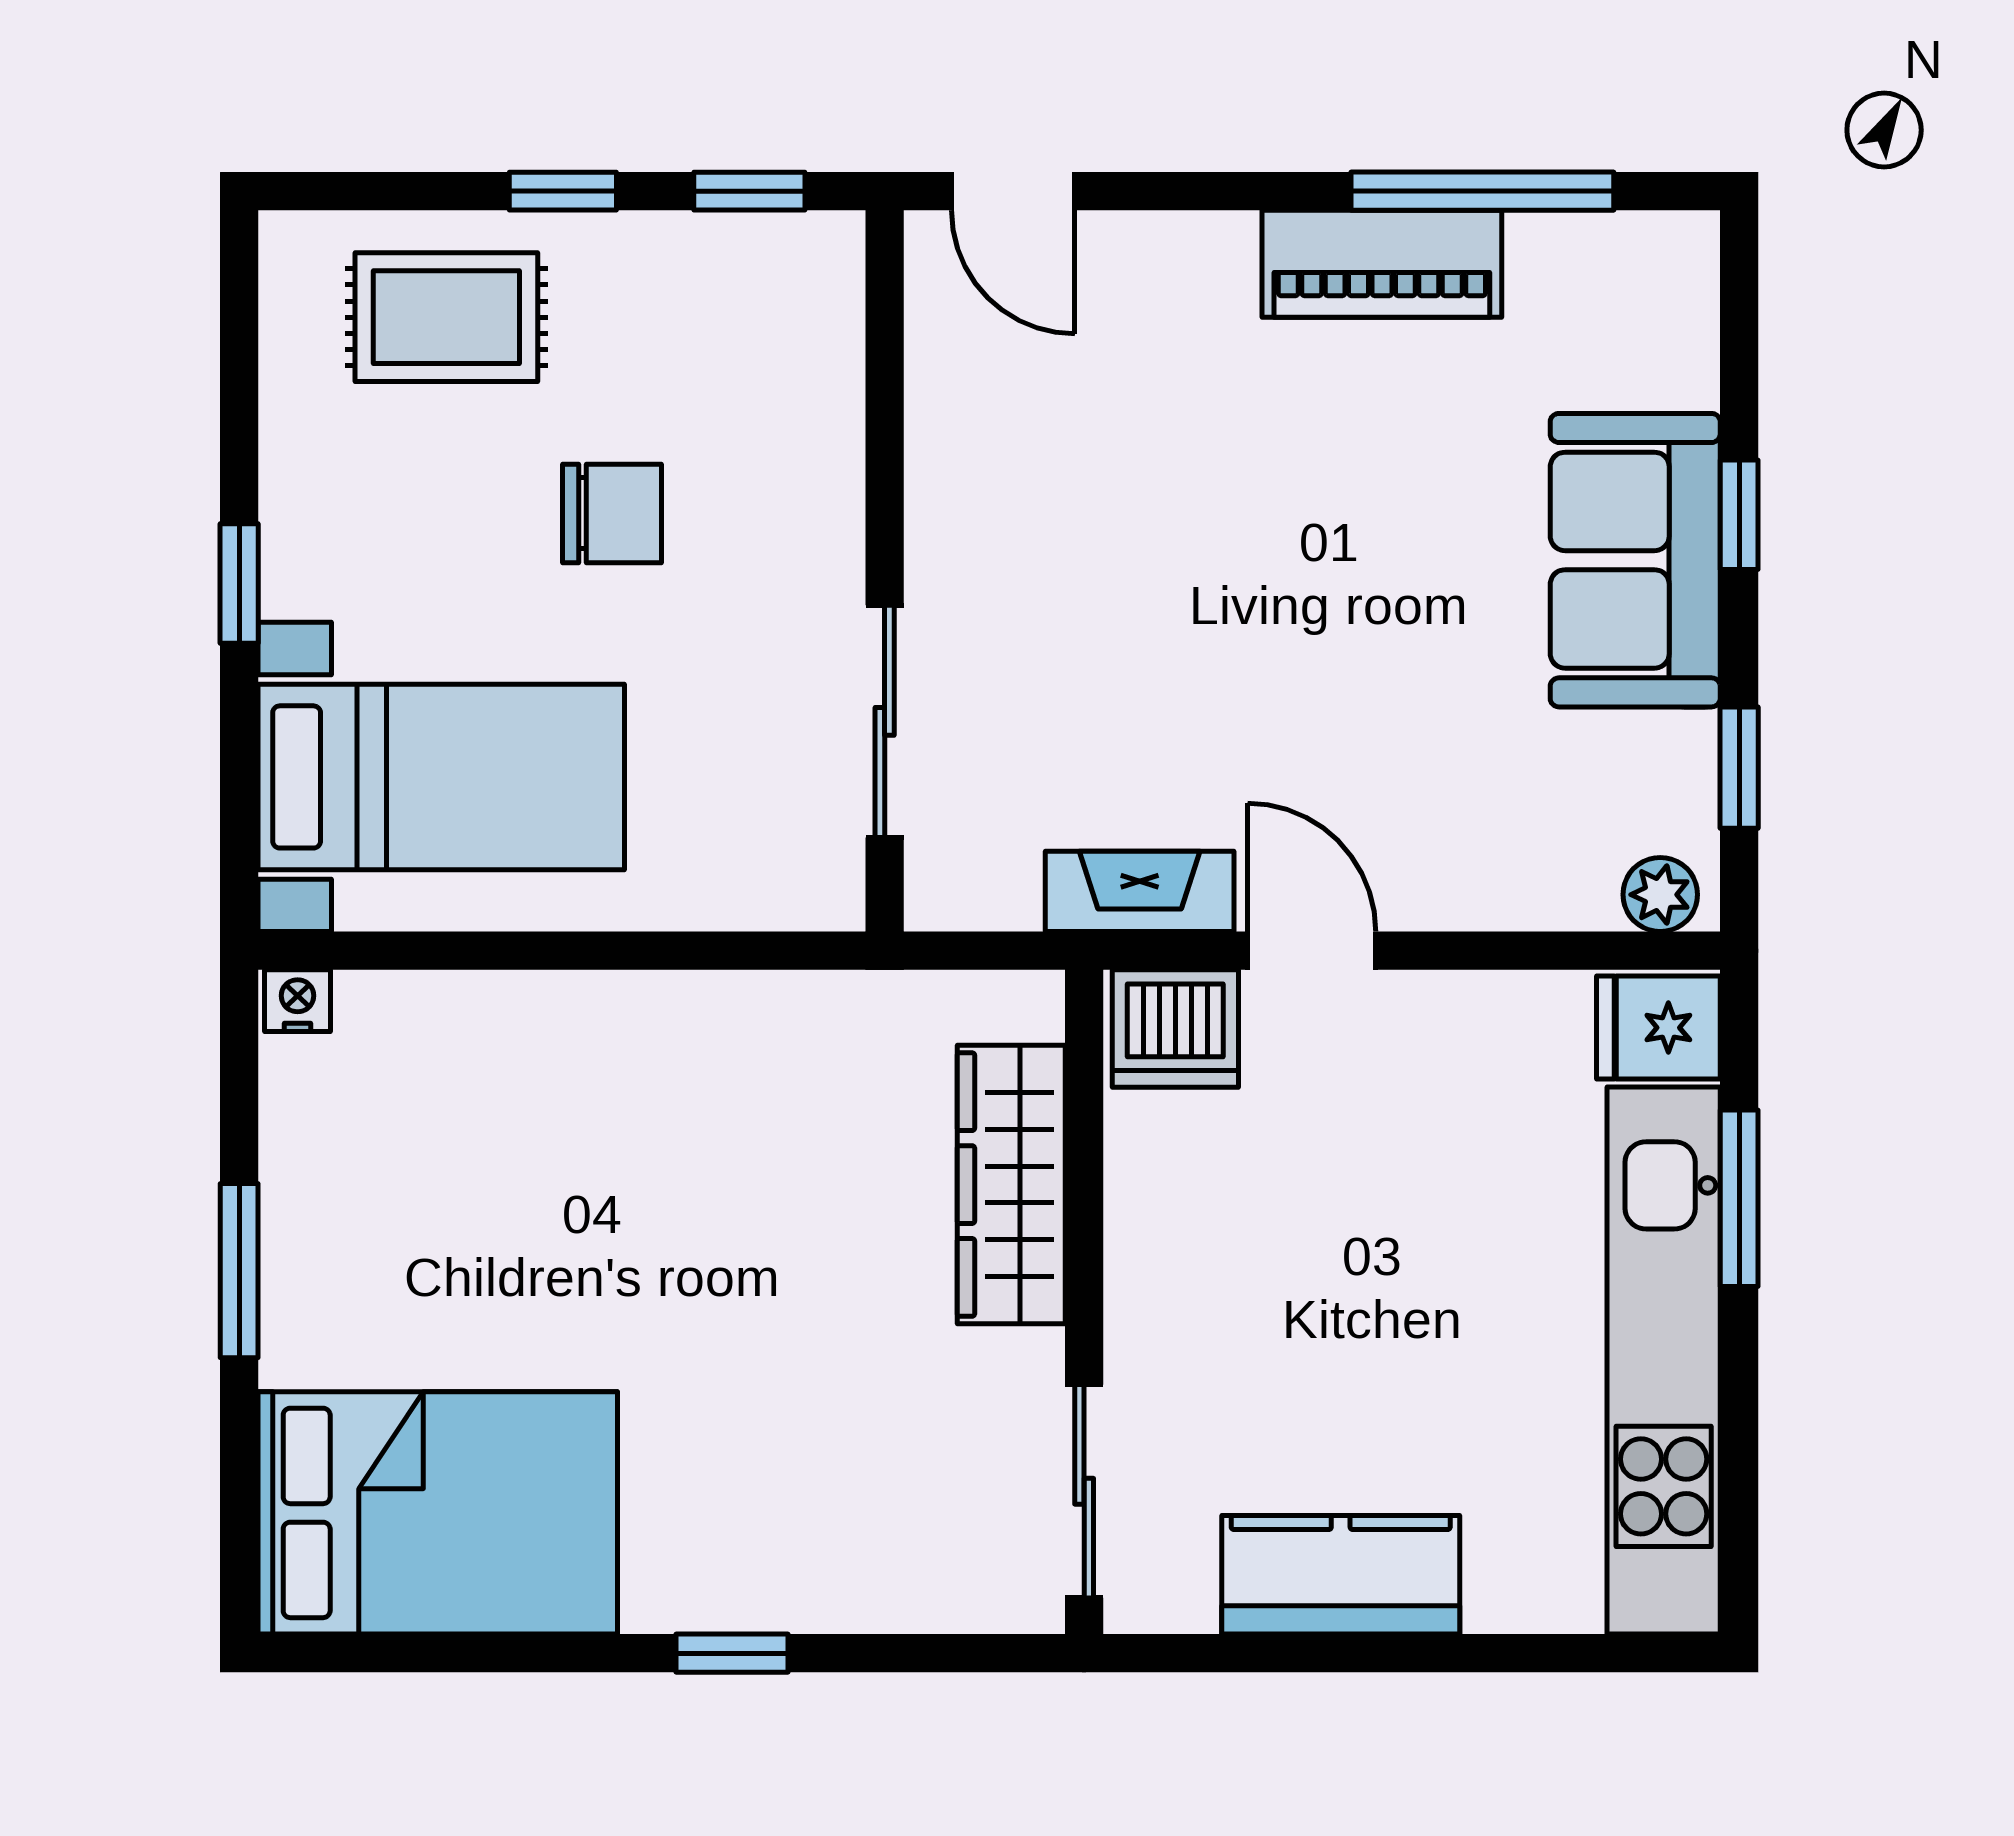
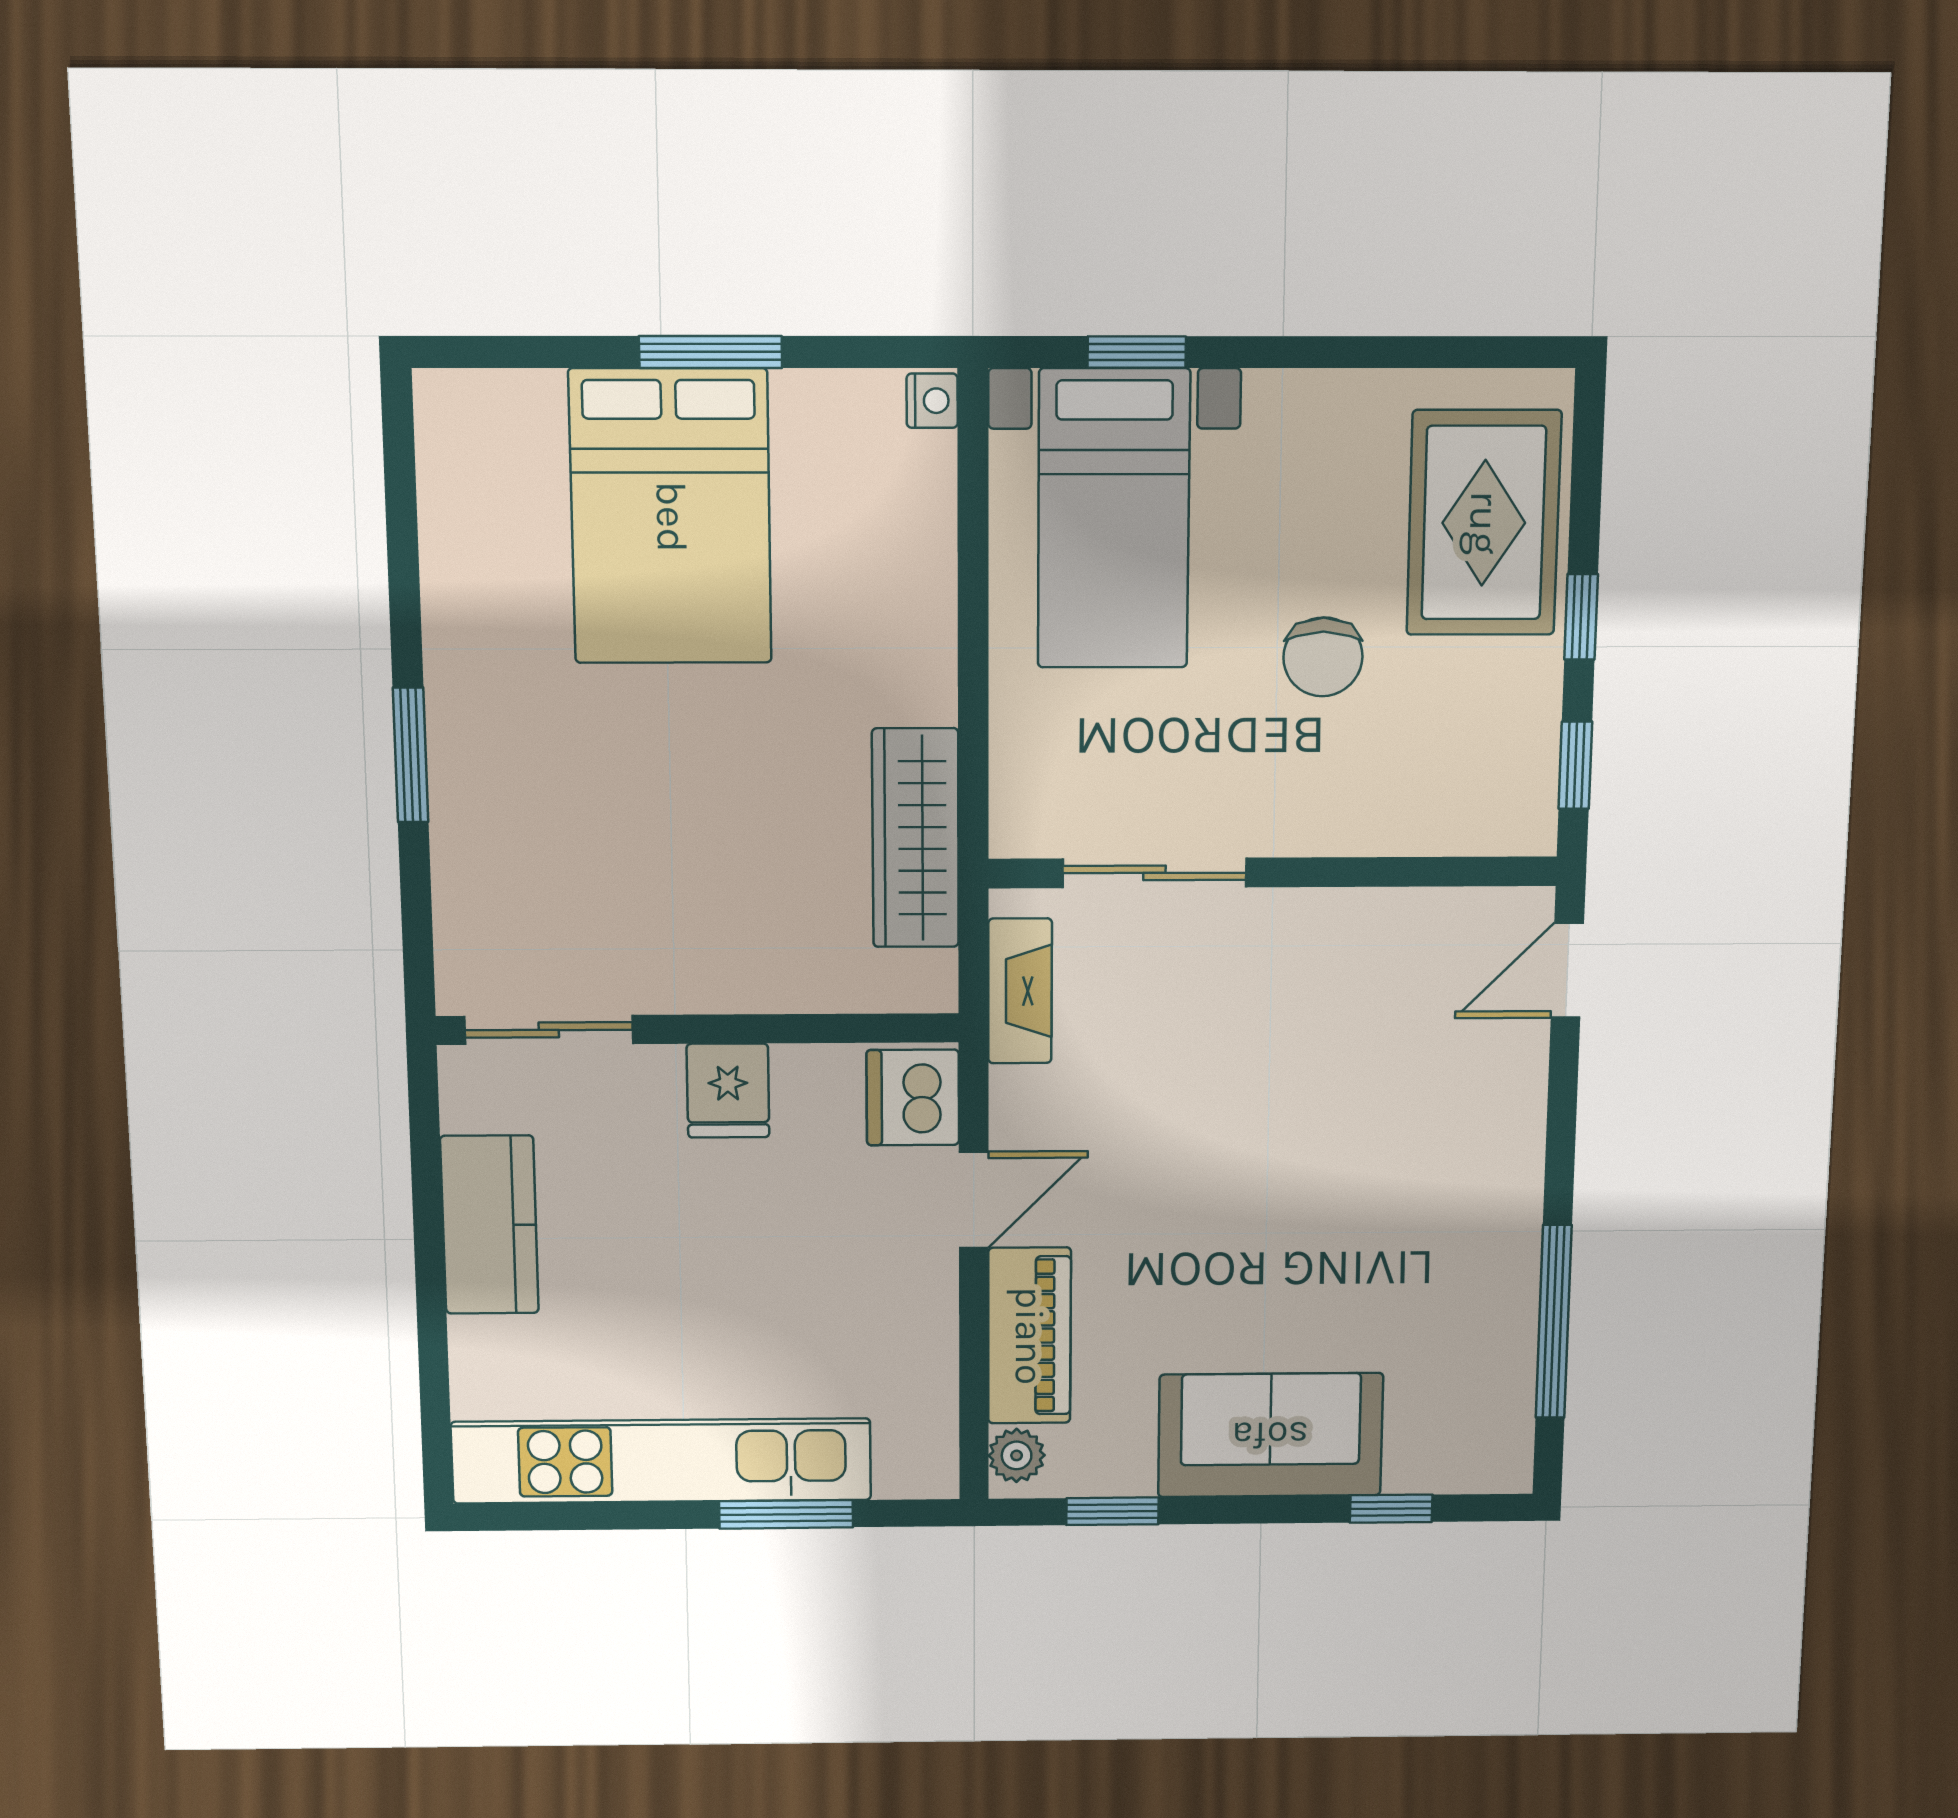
piano: (1382, 264) -> (1029, 1336), moved, turned 180
rug: (446, 317) -> (1484, 523), width x1.36, depth x1.43
window: (1739, 515) -> (1391, 1509), moved
window: (239, 584) -> (1137, 352), moved
fireplace: (1140, 891) -> (1020, 991), moved
fridge: (1658, 1028) -> (728, 1091), moved, turned 180
wardrobe: (1011, 1185) -> (916, 838), moved, turned -90
bed: (438, 1513) -> (671, 517), moved
window: (732, 1653) -> (411, 755), width x1.50

